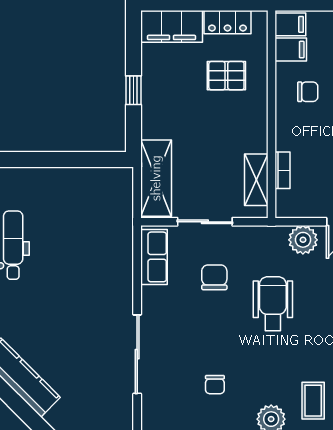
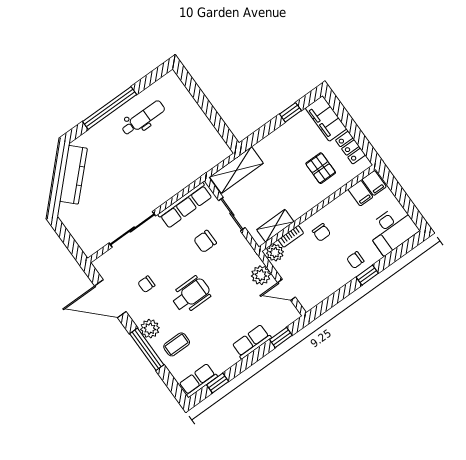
window: (133, 90) -> (290, 112), moved
chair: (308, 92) -> (321, 232), moved
plant: (288, 203) -> (275, 253), added
row of seats: (154, 257) -> (185, 205), width x1.48
chair: (214, 277) -> (205, 241), turned 180
wheelchair: (273, 304) -> (191, 295), moved

